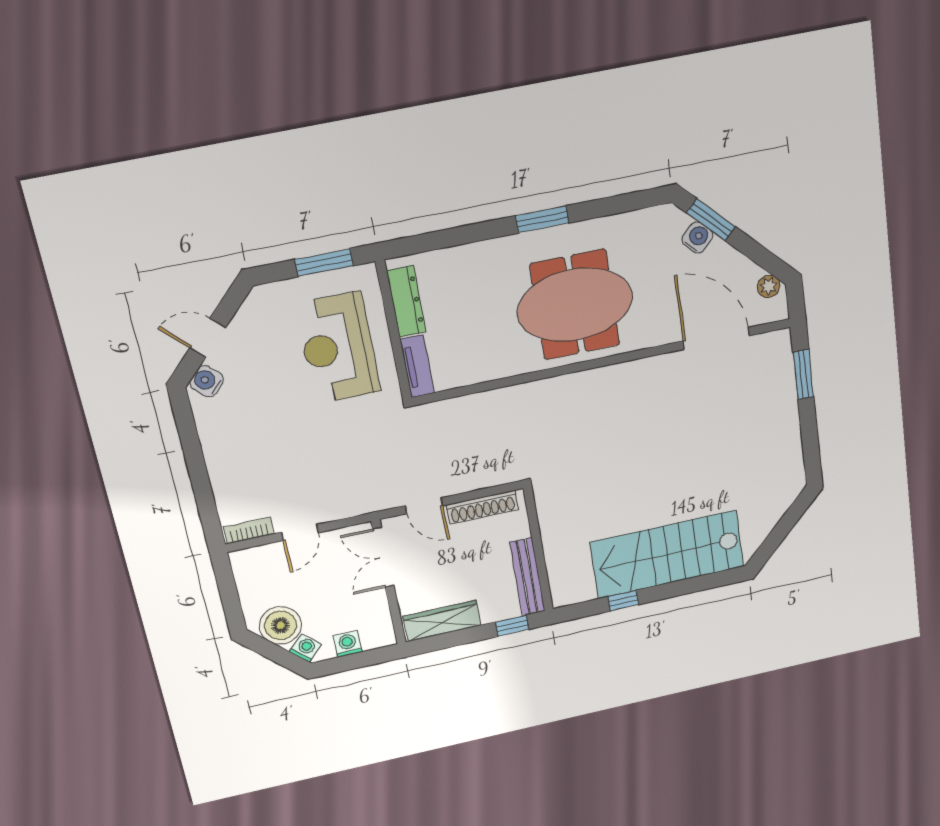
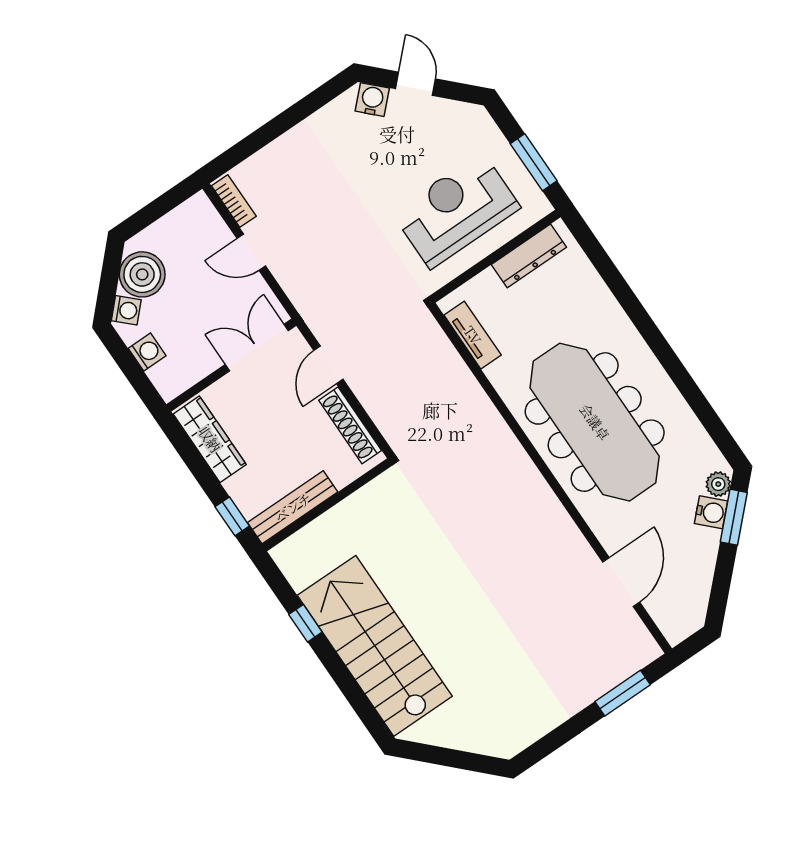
window: (542, 219) -> (663, 351), removed
plant: (769, 286) -> (718, 484), moved
meeting table: (575, 305) -> (595, 422), width x1.36
door: (716, 338) -> (621, 582), width x0.73
tv unit: (417, 366) -> (473, 335), moved, turned -90

